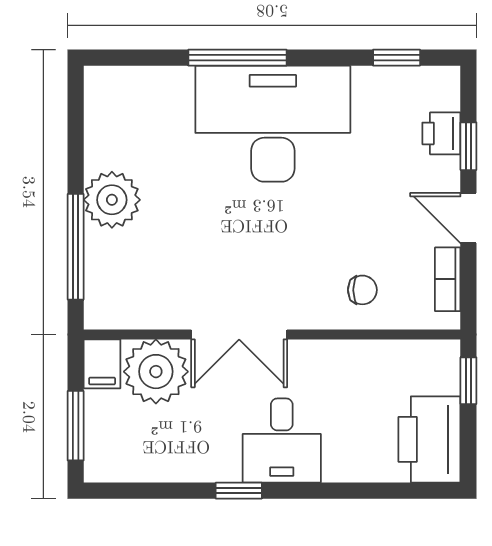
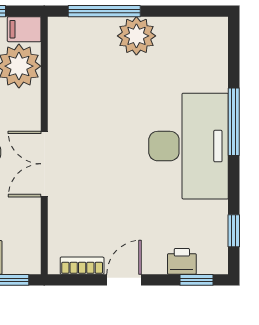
window: (468, 146) -> (196, 280), moved
chair: (362, 290) -> (75, 207), removed
double door: (239, 334) -> (44, 164), moved

